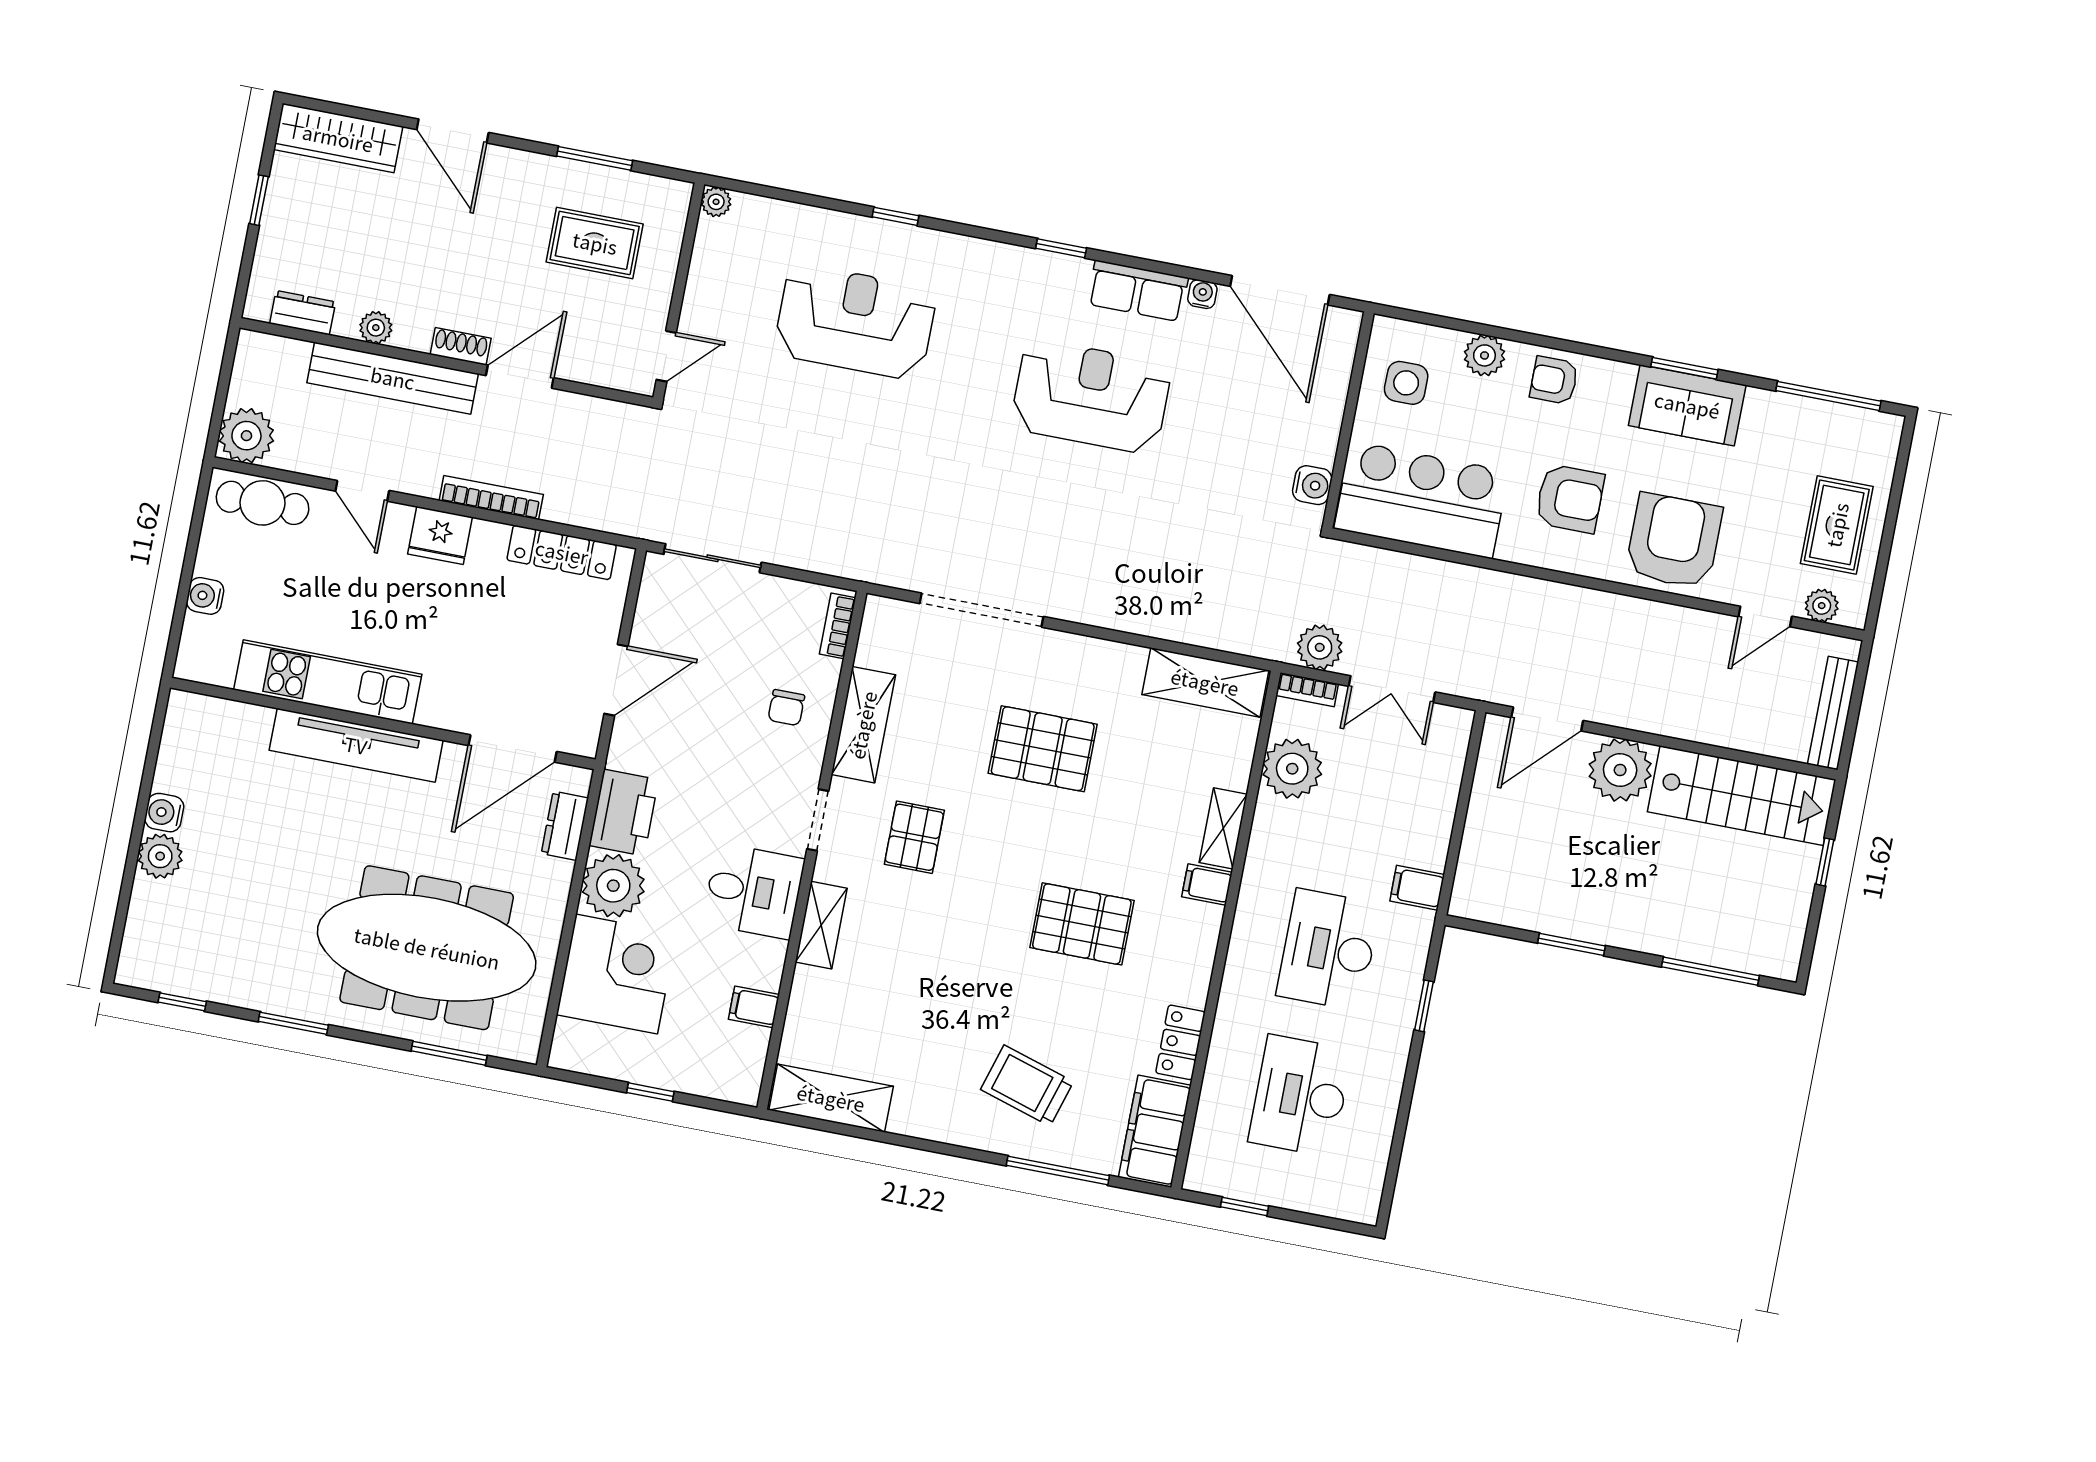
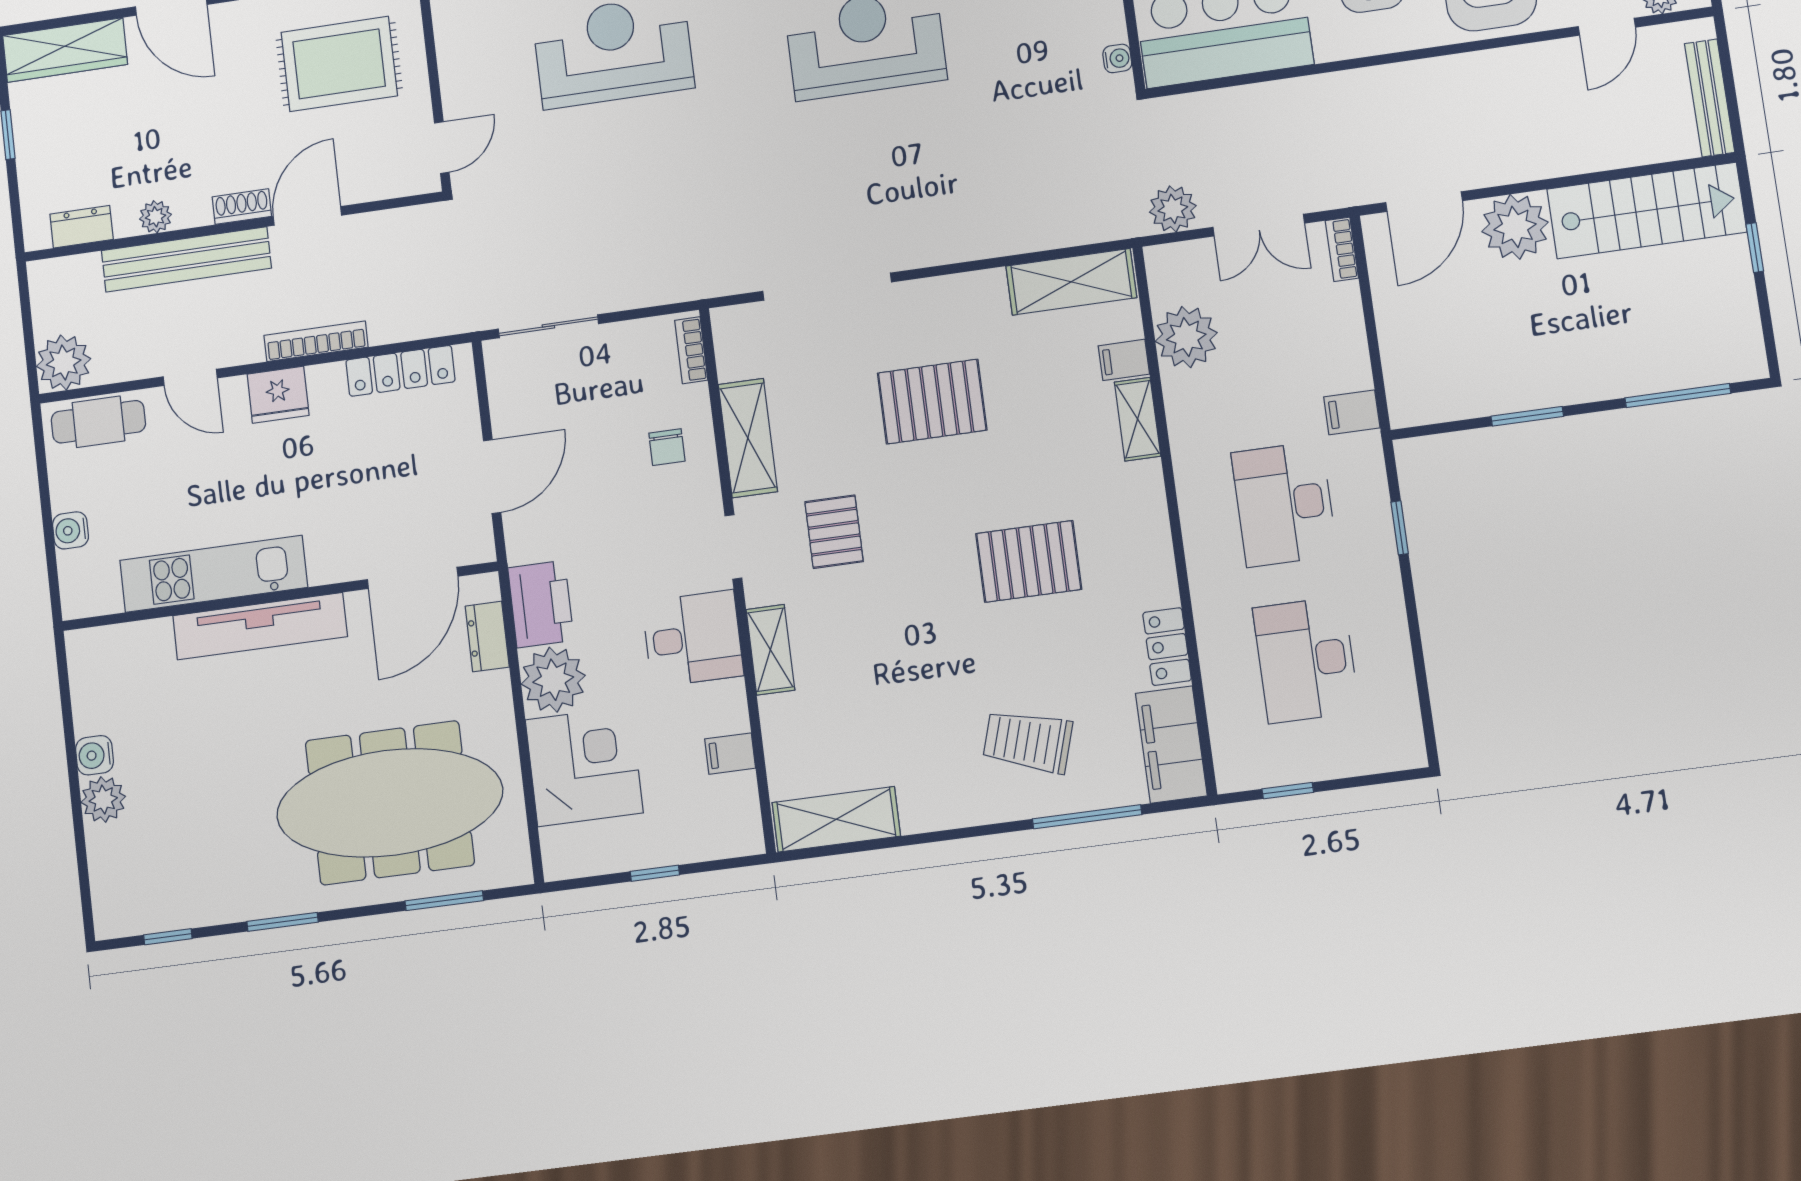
rug: (595, 243) -> (339, 64), width x1.36, depth x1.43
water cooler: (1312, 485) -> (1117, 58), width x0.72, depth x0.72
bookcase: (1307, 690) -> (1342, 249), moved, turned 90
filing cabinet: (1207, 885) -> (1124, 360), moved

